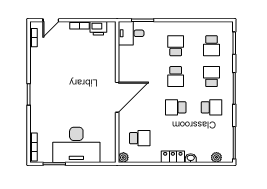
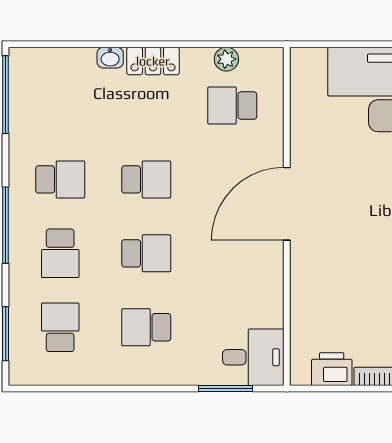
school desk: (176, 46) -> (146, 327), turned 90
school desk: (176, 77) -> (146, 253), turned 90
school desk: (212, 107) -> (60, 179), turned 180
plant: (123, 157) -> (226, 59), moved
plant: (216, 157) -> (48, 59), removed

